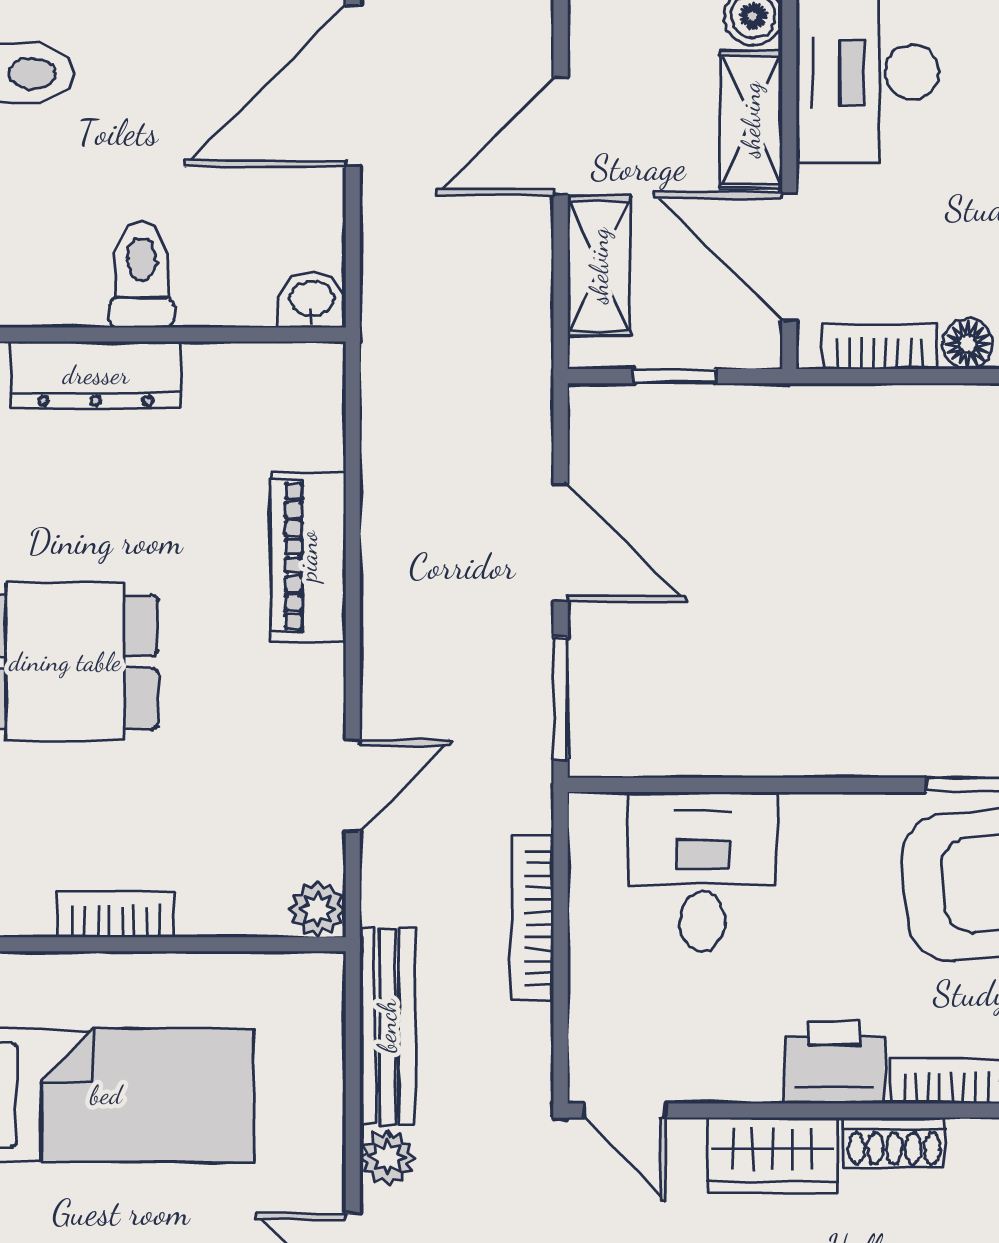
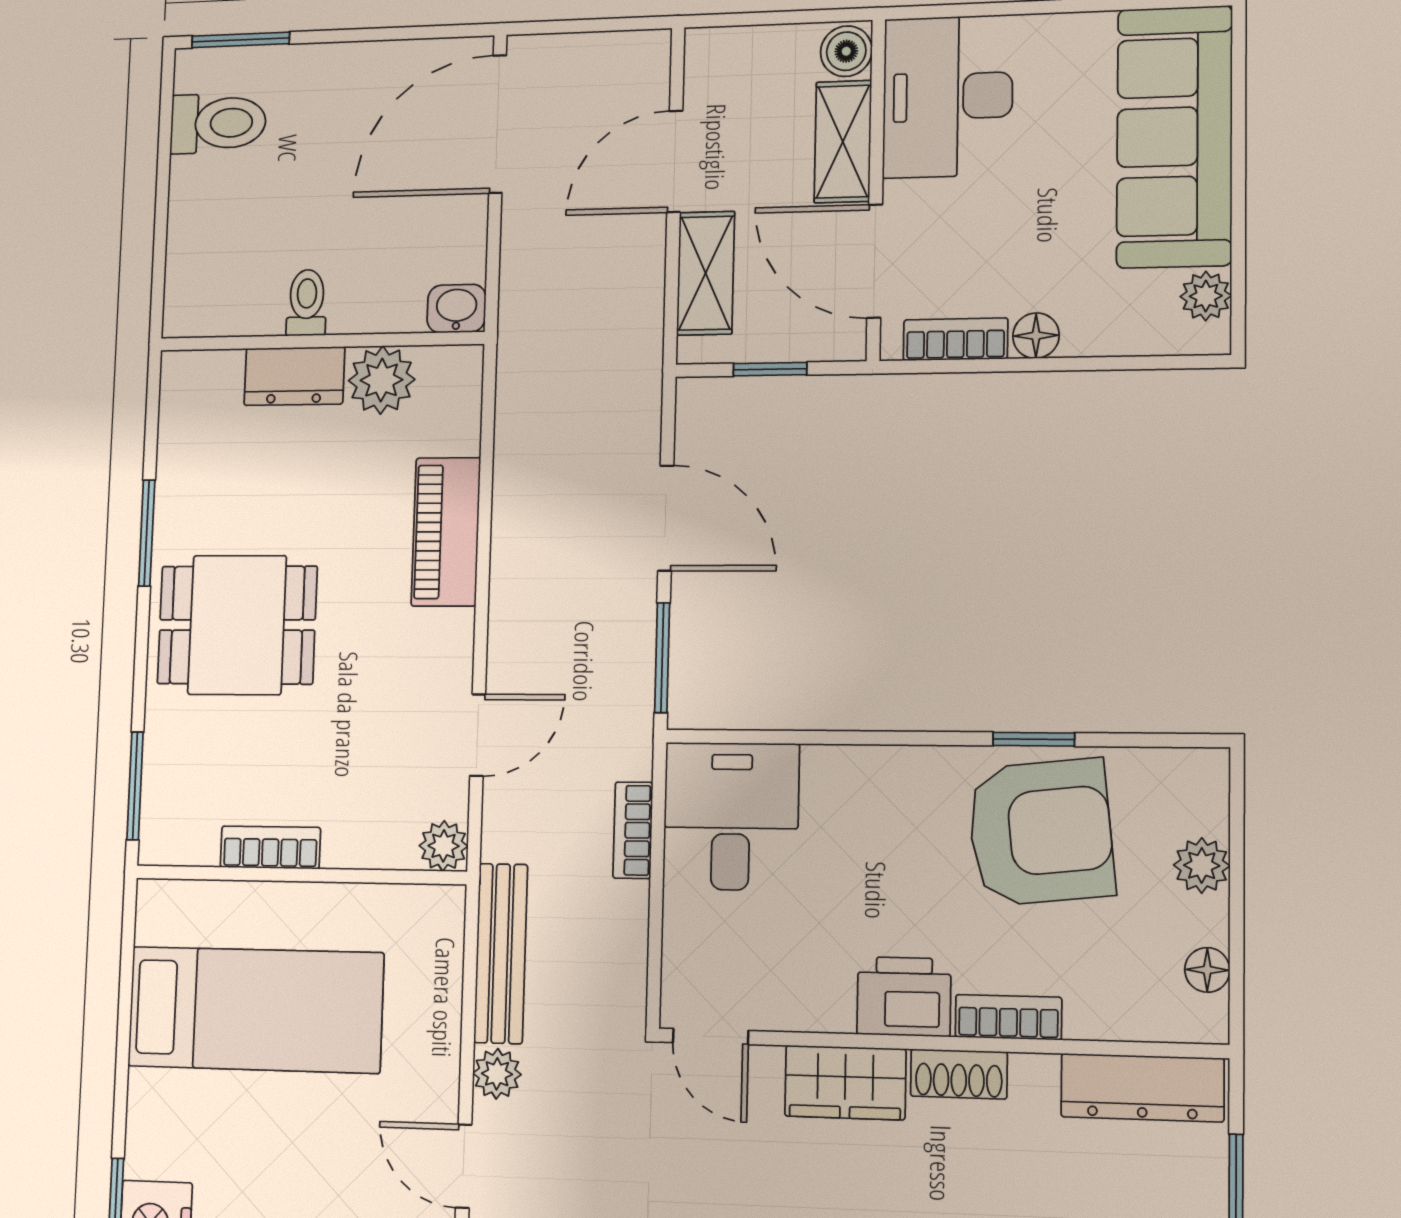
toilet: (142, 274) -> (307, 303), width x0.73, depth x0.72
dresser: (96, 375) -> (294, 376), width x0.70
plant: (226, 381) -> (382, 380), added
desk: (703, 872) -> (731, 816), moved
bookcase: (533, 918) -> (633, 830), width x0.64

